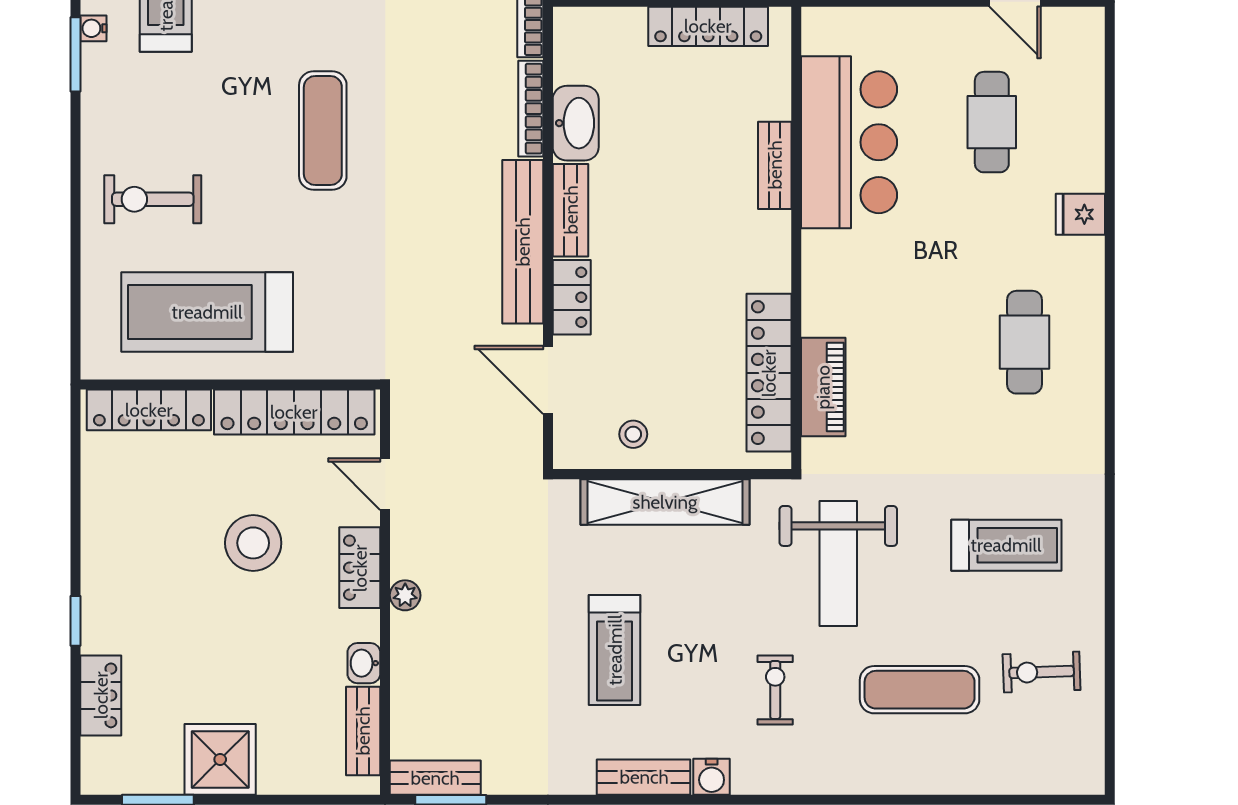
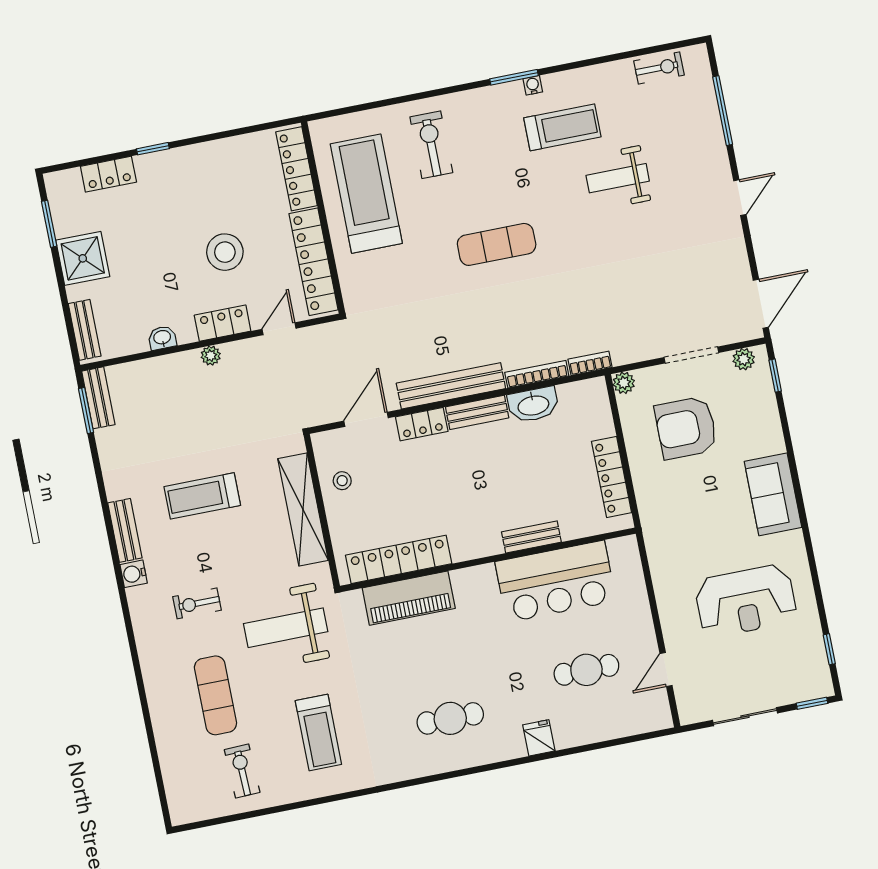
piano: (823, 387) -> (409, 598), width x1.37, depth x1.33
exercise bike: (775, 690) -> (197, 603), turned 180
bench: (363, 731) -> (85, 330), moved, turned 90

